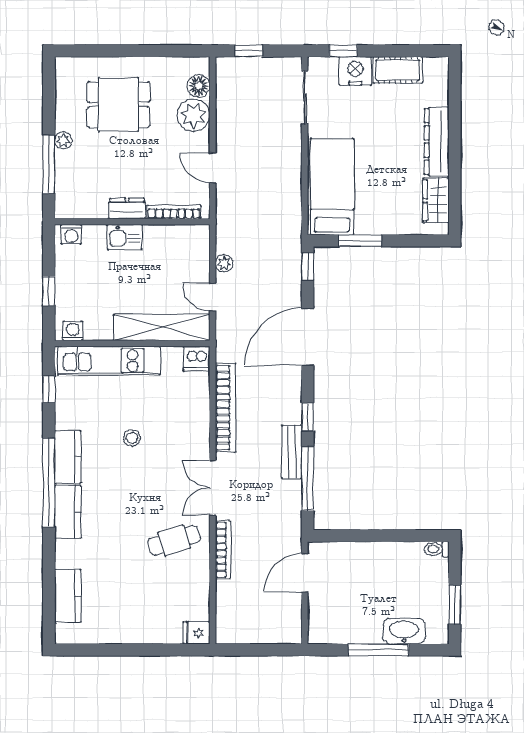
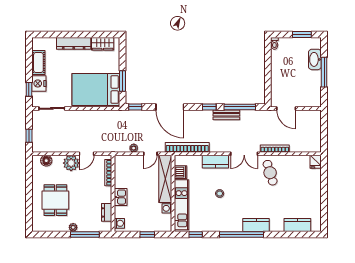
plant: (194, 115) -> (71, 163), moved
bed: (332, 187) -> (96, 89), width x1.50
dresser: (127, 209) -> (107, 212), moved
washing machine: (73, 331) -> (167, 208), moved
dishwasher: (197, 359) -> (181, 172), moved
bookcase: (226, 408) -> (187, 147), moved
kitchen counter: (68, 457) -> (215, 162), moved, turned 180

